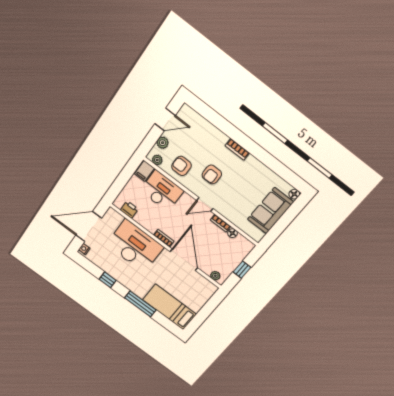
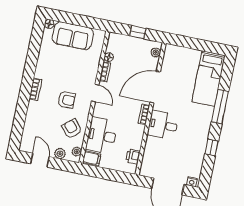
armchair: (181, 166) -> (72, 129), turned 140
desk: (135, 246) -> (163, 125), width x0.53, depth x0.77

